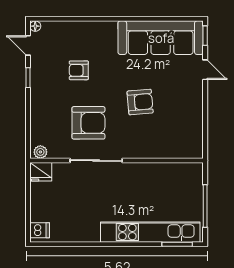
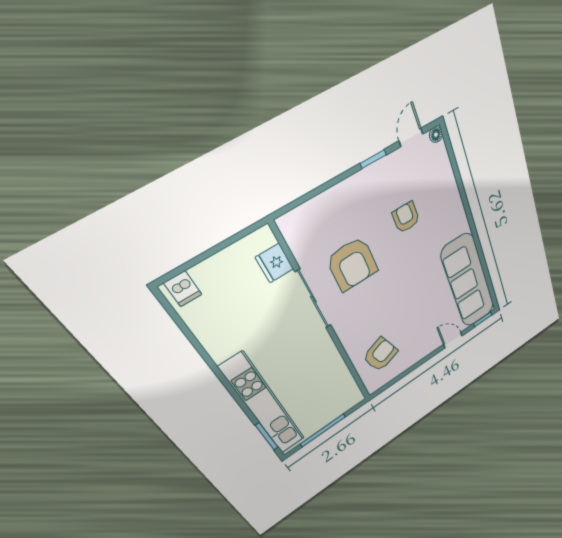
door: (205, 70) -> (453, 340), swing flipped
armchair: (140, 102) -> (381, 354), moved, turned -105
plant: (40, 152) -> (289, 228), removed
fridge: (41, 172) -> (275, 263), moved

